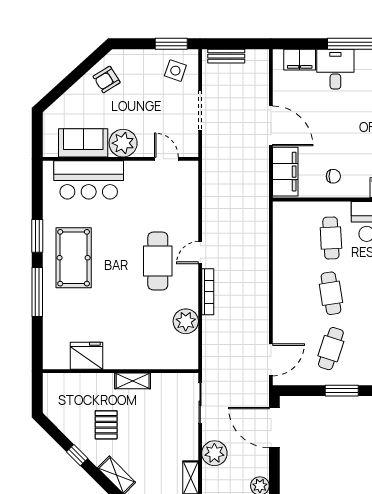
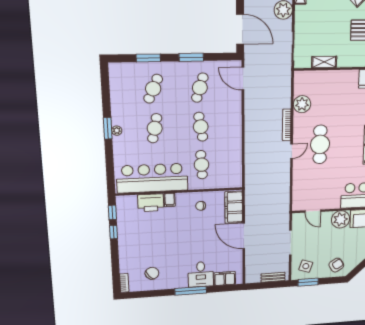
armchair: (107, 79) -> (336, 265), moved
door: (271, 360) -> (243, 79), hinge flipped
shelving: (133, 381) -> (324, 62), moved

